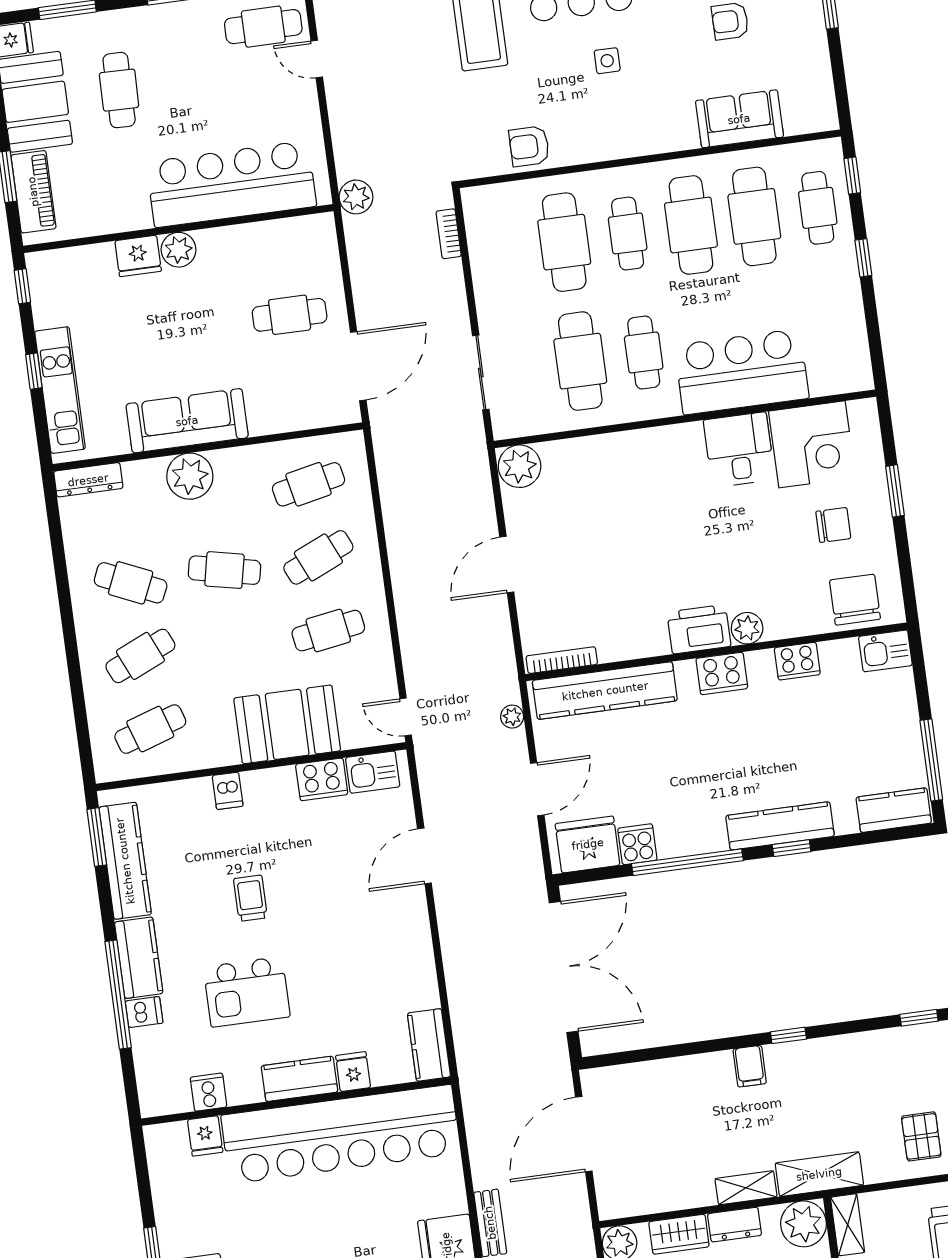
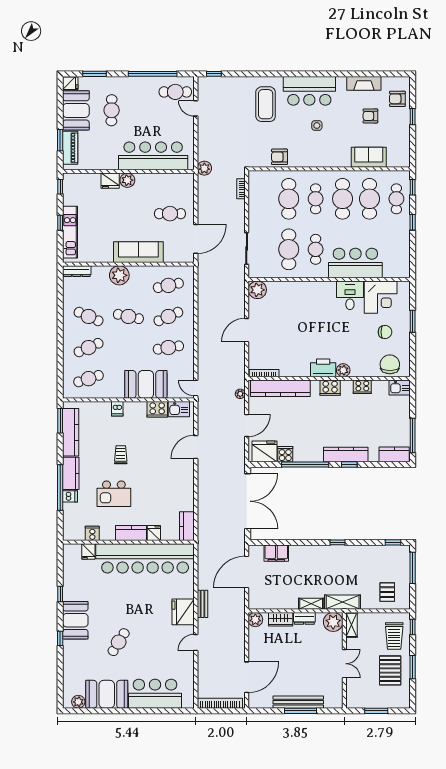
sofa: (187, 421) -> (138, 252), moved
filing cabinet: (750, 1066) -> (276, 553), moved, width x2.00

